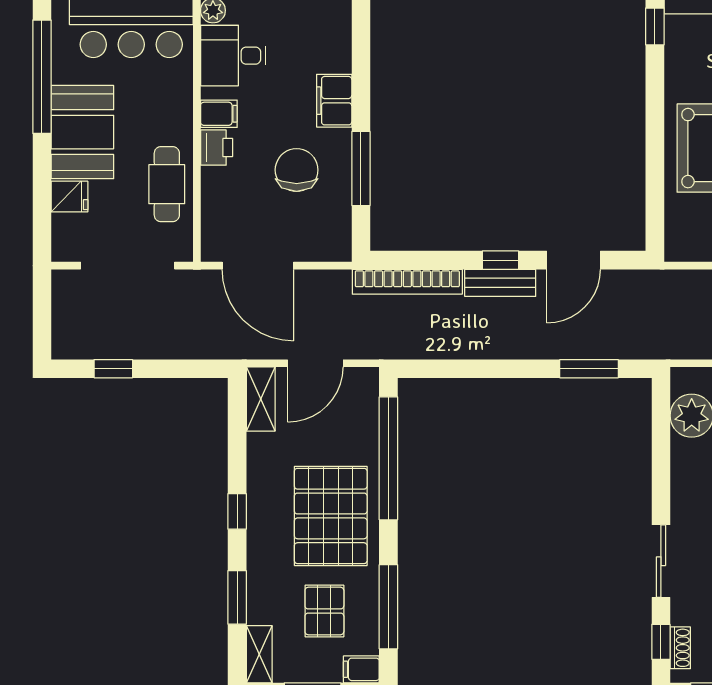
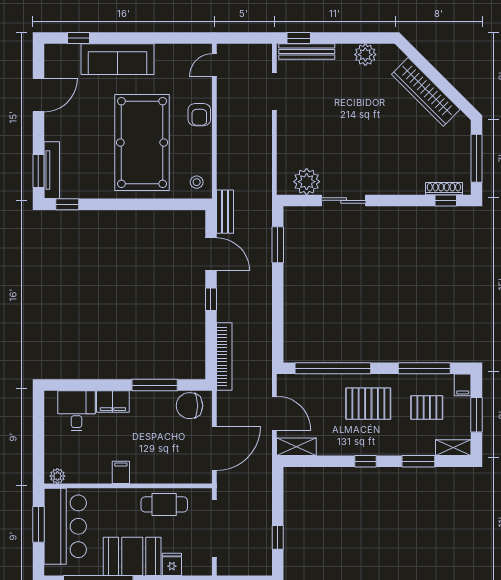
desk: (233, 56) -> (77, 411), moved, turned 180
printer: (217, 148) -> (142, 474), removed
chair: (297, 170) -> (189, 406), moved
stool: (691, 237) -> (197, 182), added
bench: (500, 283) -> (225, 212), moved
pallet: (331, 516) -> (368, 404), width x0.73, depth x0.71
sliding door: (661, 561) -> (344, 200), moved
shoe rack: (680, 648) -> (444, 189), width x1.43

